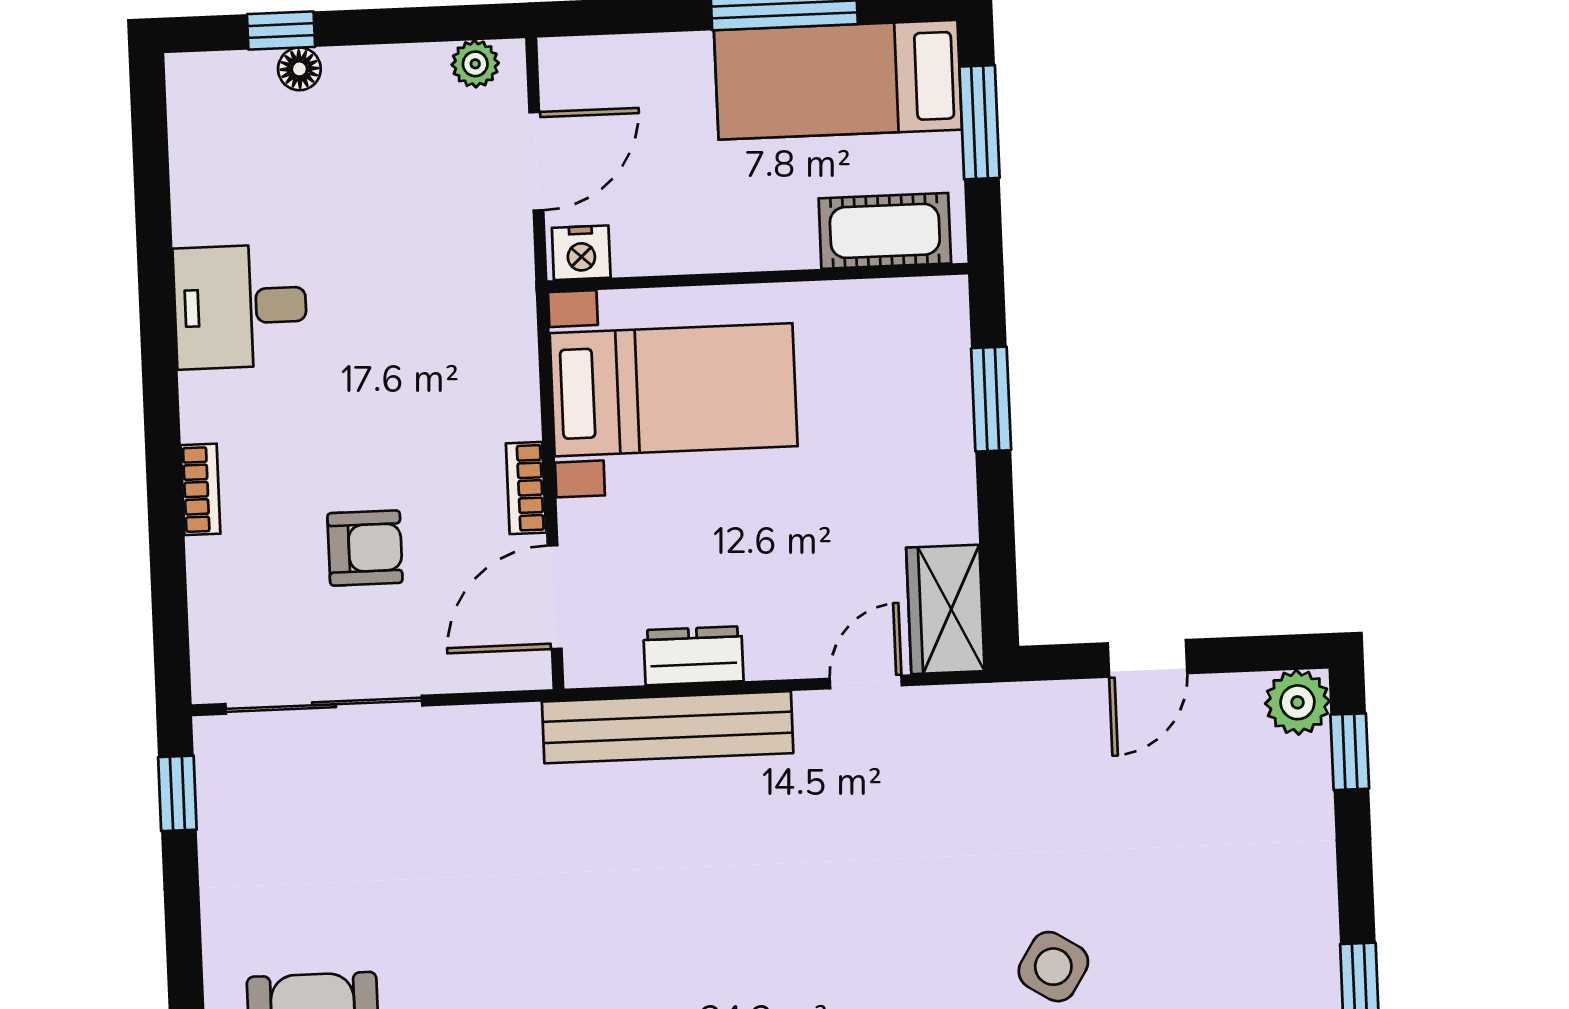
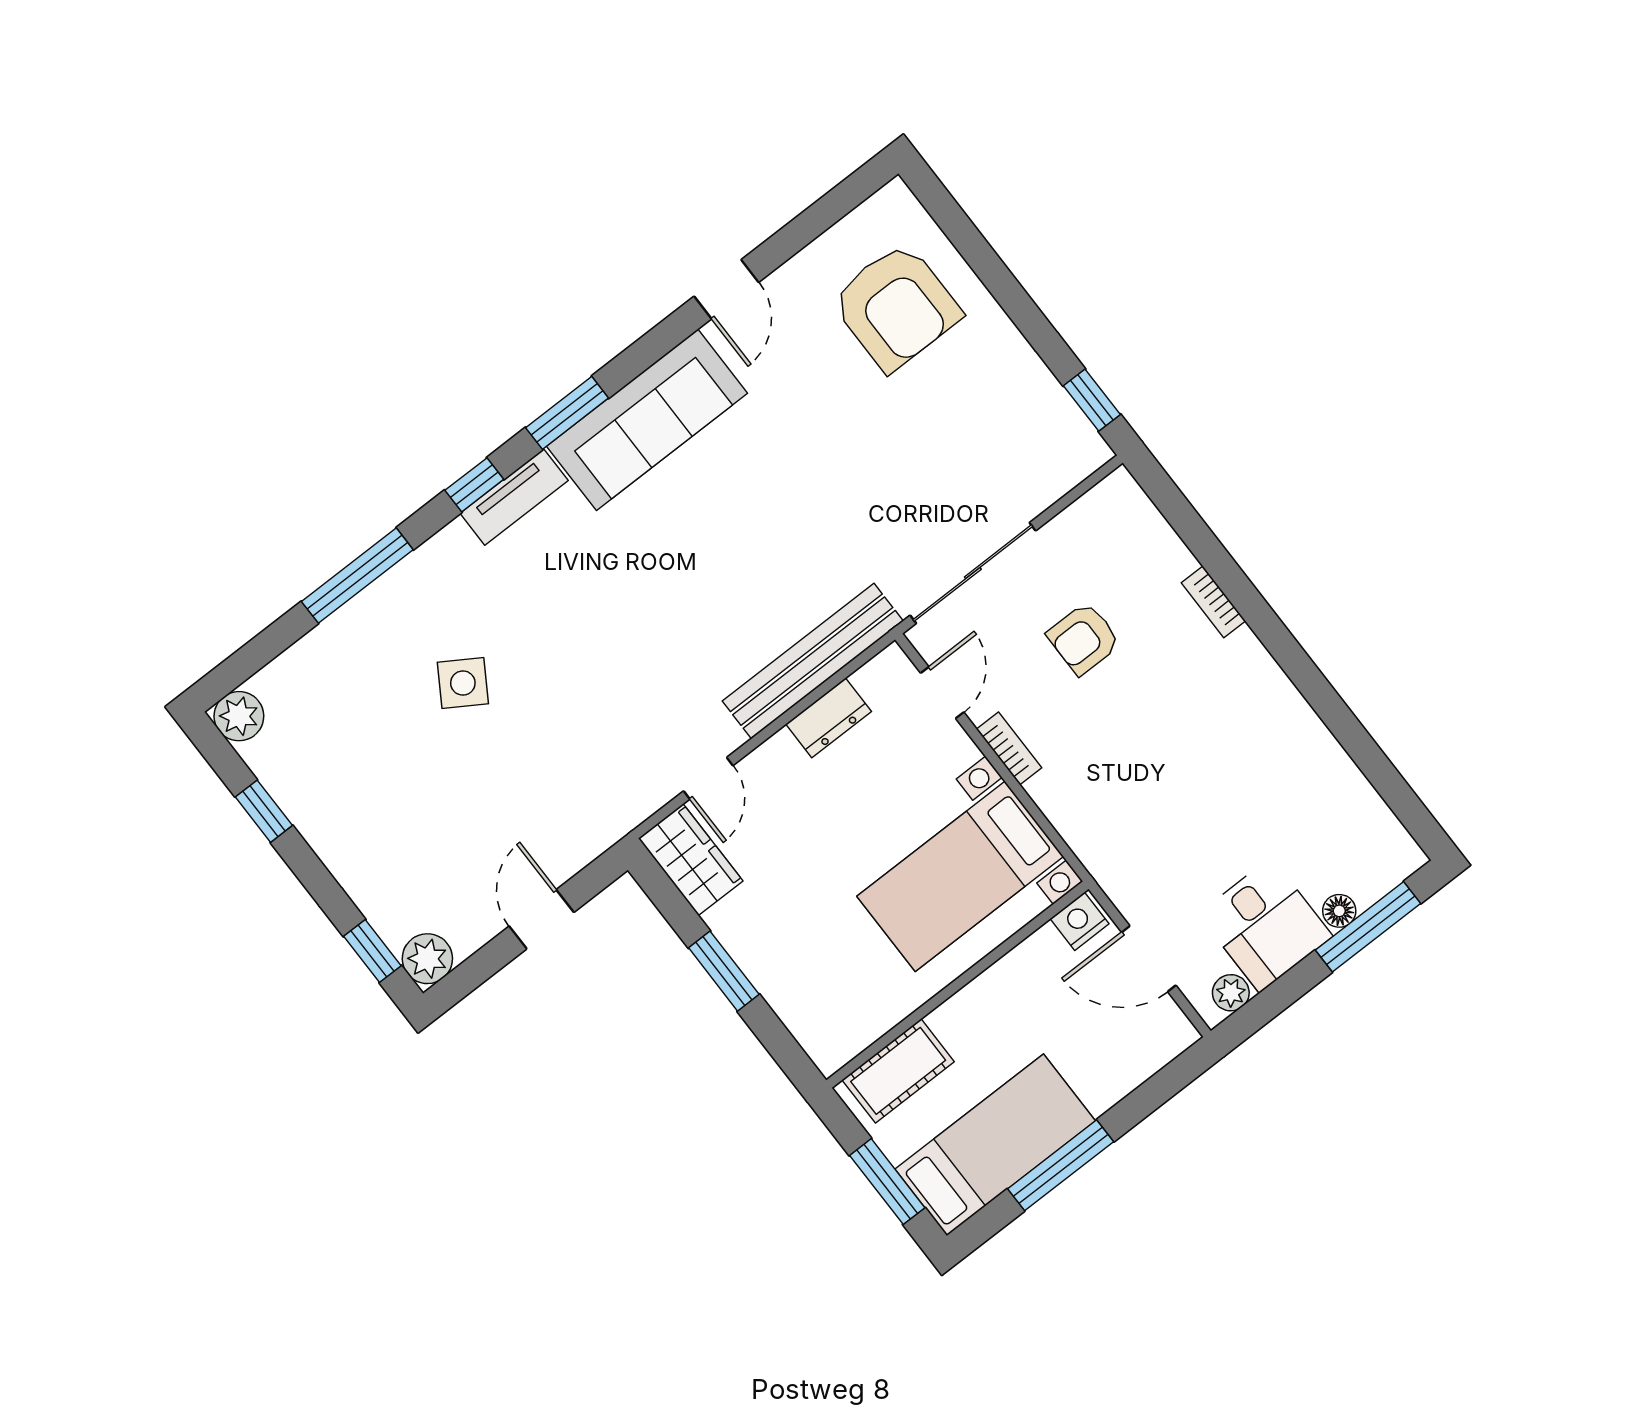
window: (281, 31) -> (1368, 927), width x2.17
door: (536, 161) -> (1149, 959), hinge flipped
desk: (240, 306) -> (1265, 925), moved, turned 90
window: (991, 399) -> (724, 971), moved
door: (555, 597) -> (942, 693), width x0.73
sliding door: (324, 705) -> (973, 573), moved

